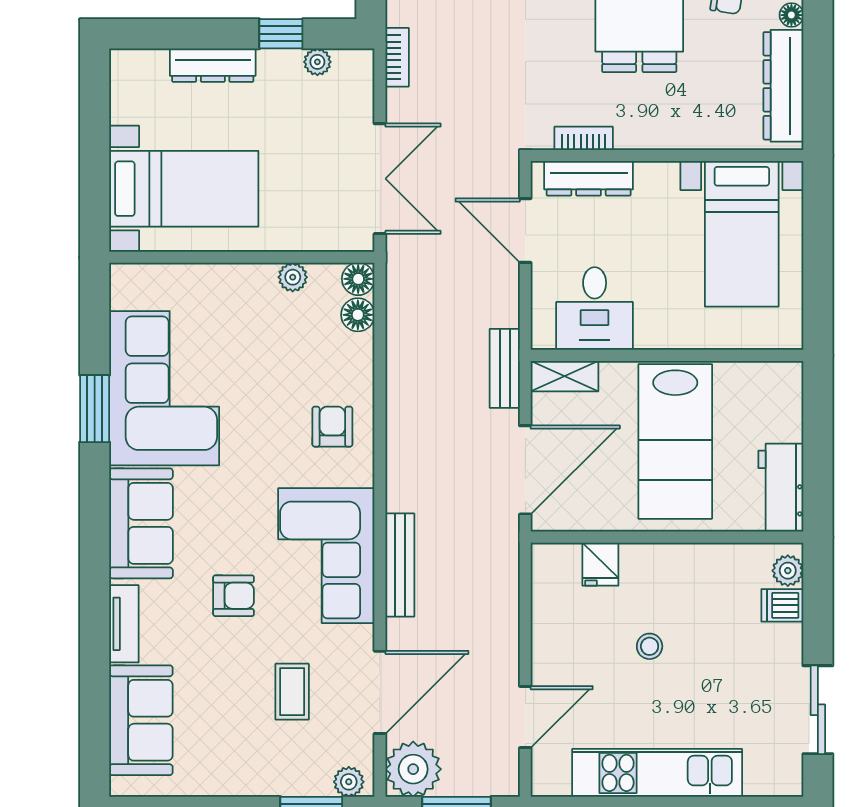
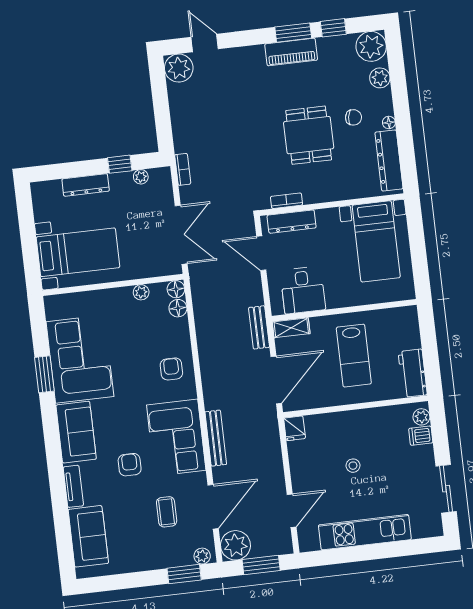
lab bench: (675, 441) -> (354, 356), width x0.73, depth x0.72
fridge: (600, 564) -> (295, 428), moved
armchair: (234, 596) -> (130, 465), turned -90

